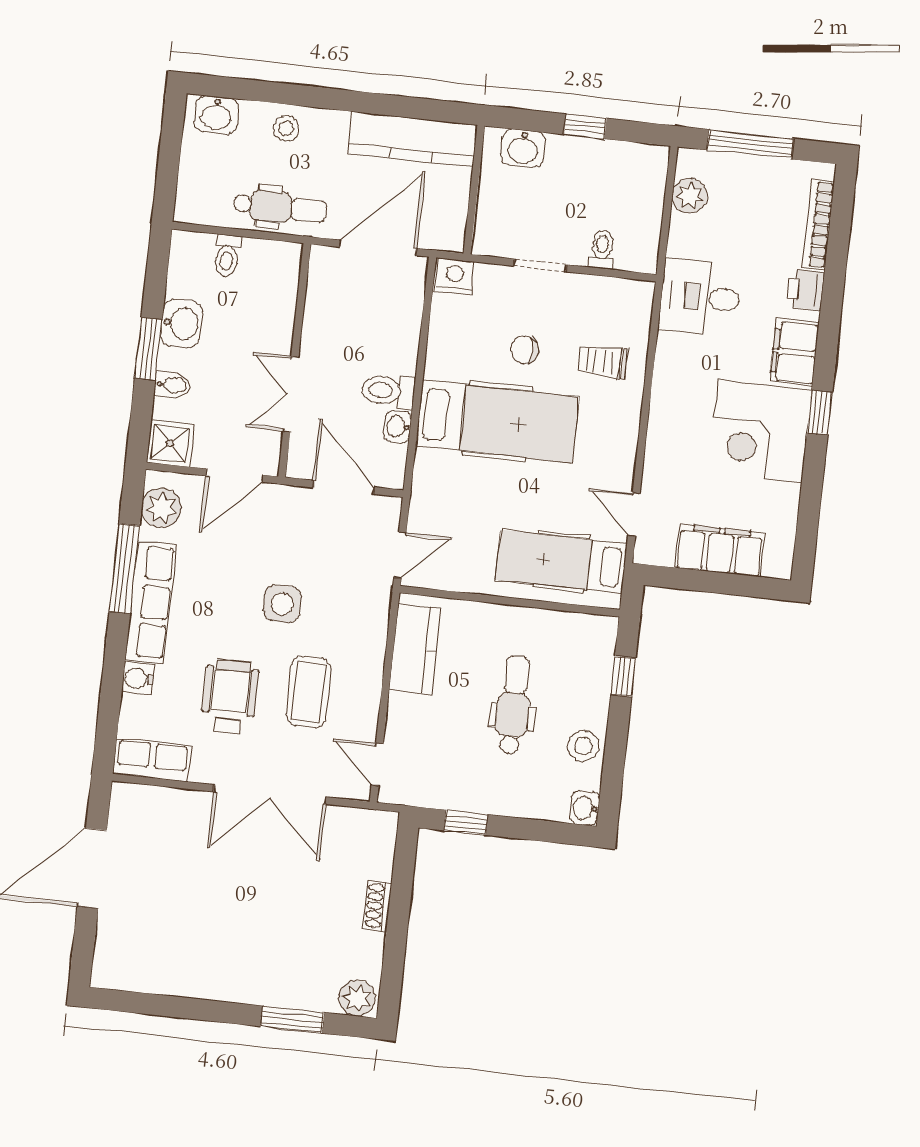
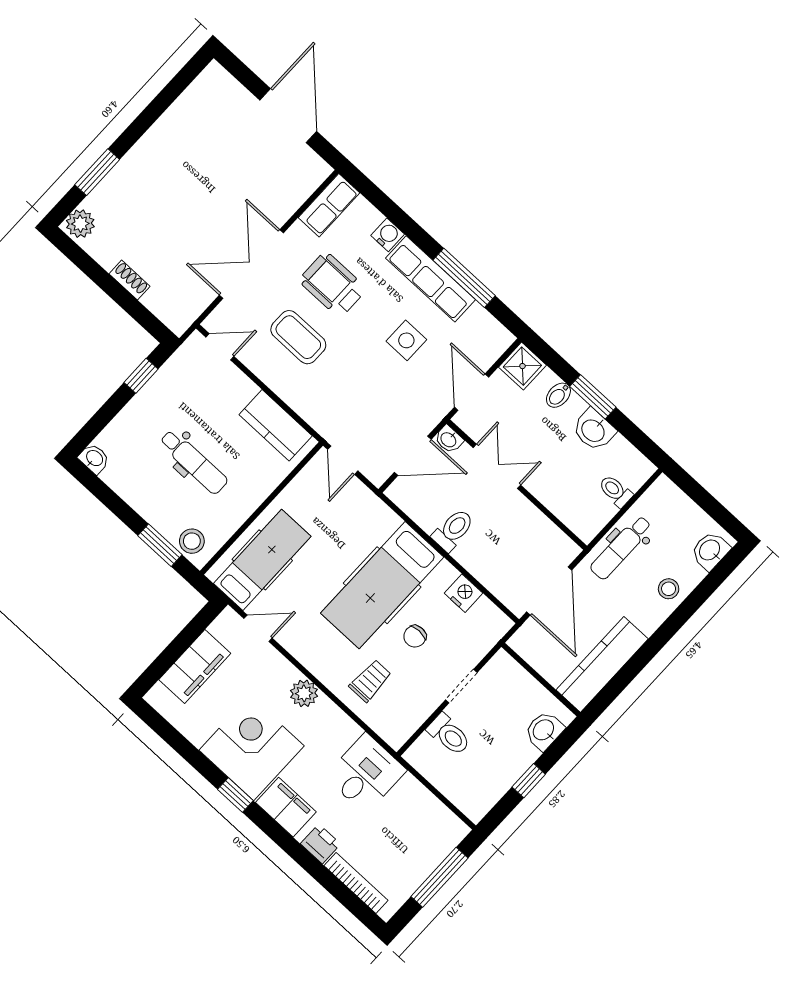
plant: (690, 196) -> (304, 693), moved
toilet: (602, 249) -> (449, 735), width x1.37, depth x1.39
nightstand: (455, 276) -> (464, 593), moved, turned -90
chair: (524, 350) -> (415, 636), turned 180
washbasin: (398, 427) -> (449, 439), moved, turned 180
plant: (161, 508) -> (485, 330), removed
side table: (282, 604) -> (406, 340), moved
window: (623, 676) -> (160, 545), width x1.50
wheelchair: (230, 697) -> (333, 285), turned 180
stool: (583, 746) -> (192, 541), moved

